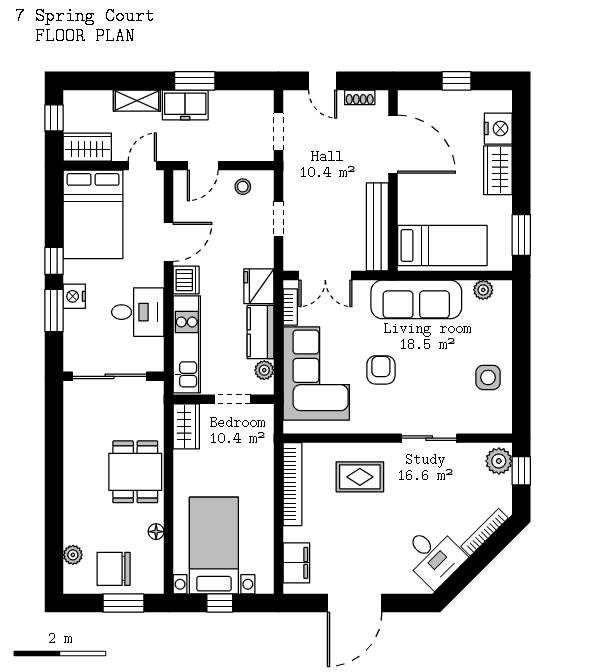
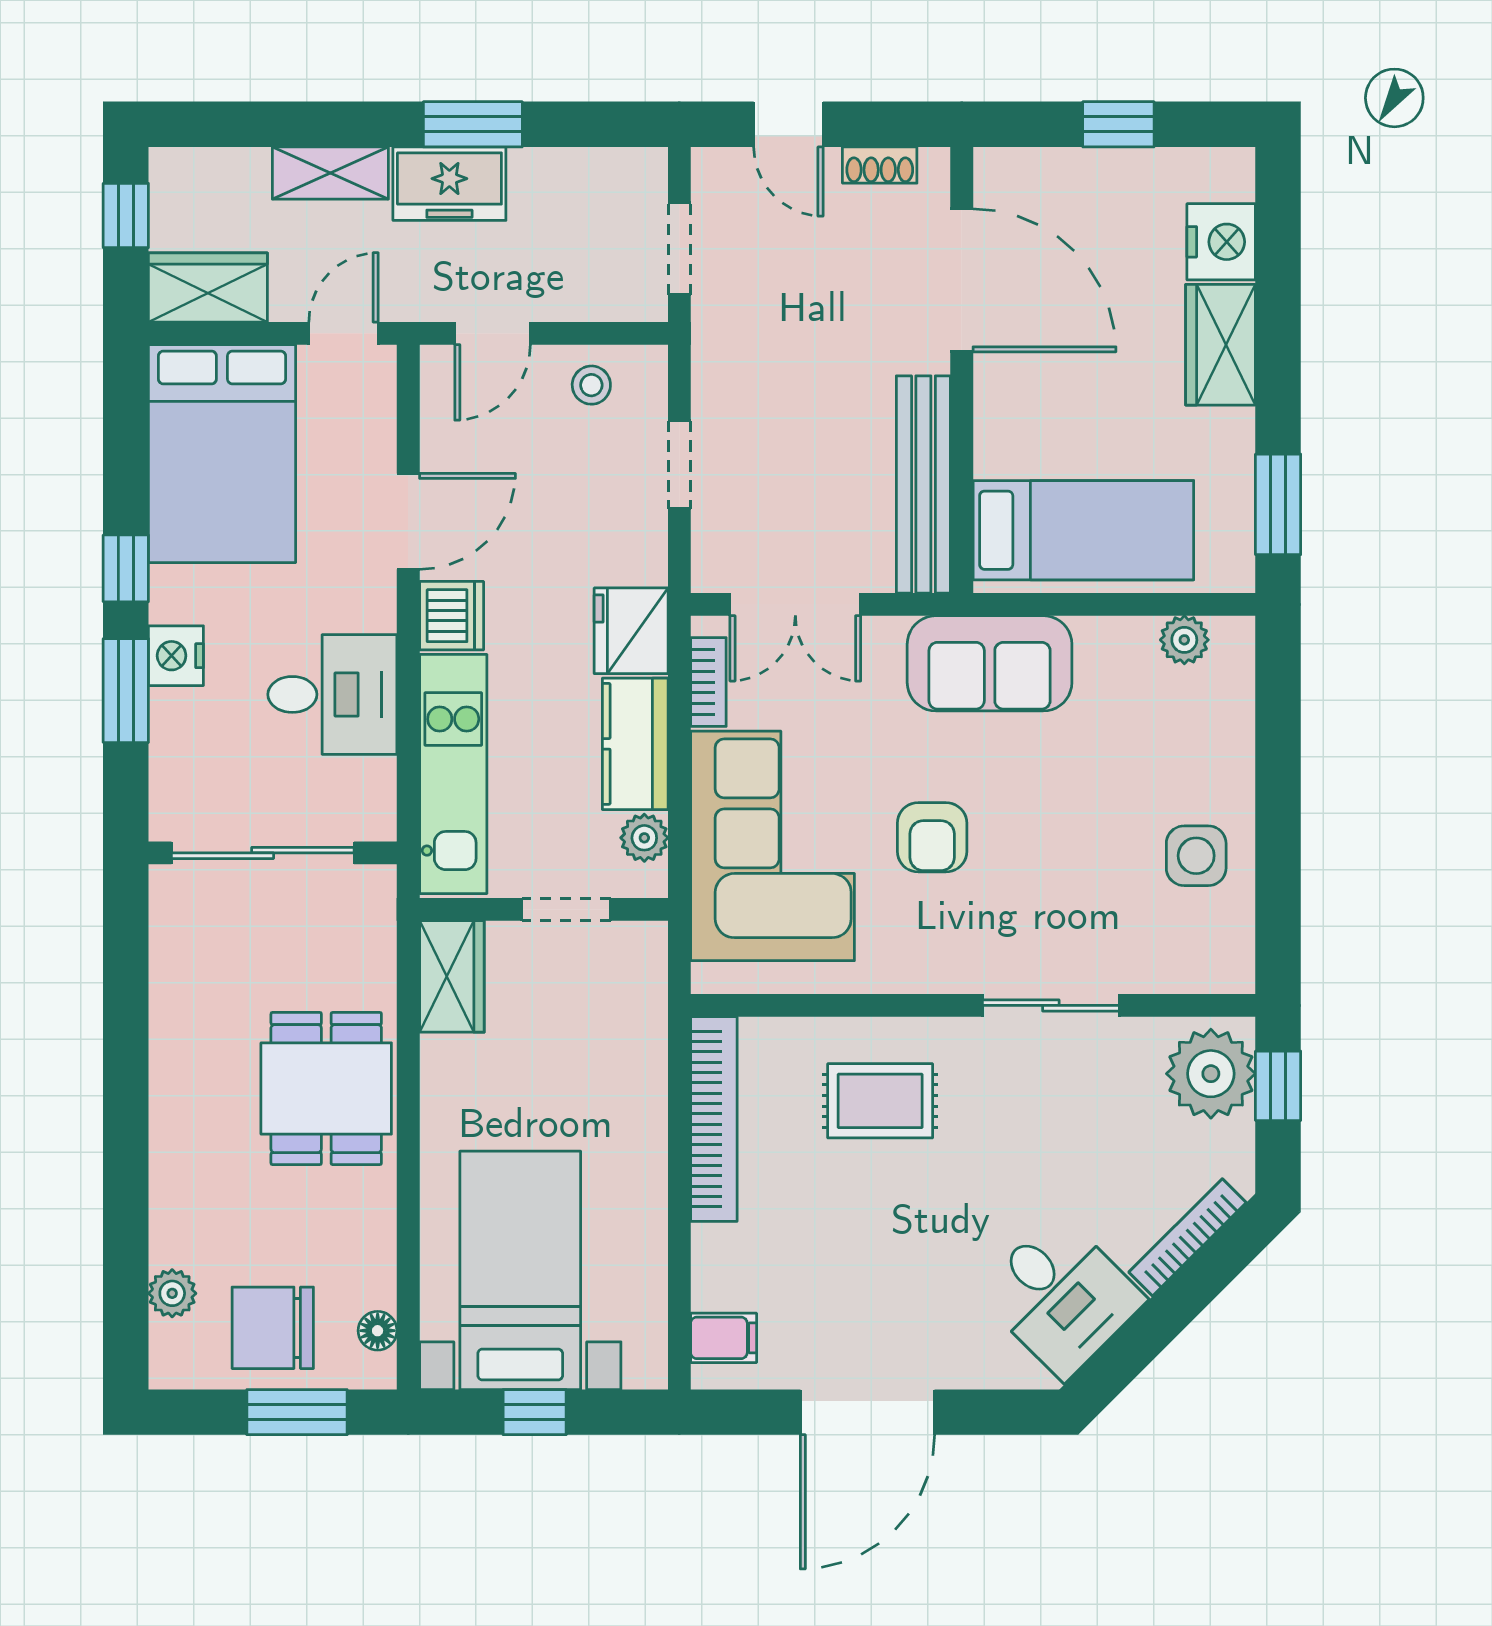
sofa: (416, 299) -> (990, 663), width x0.73
armchair: (381, 370) -> (932, 837), turned 180
plant: (499, 461) -> (1211, 1074), width x1.36, depth x1.36
floor lamp: (156, 532) -> (378, 1331), moved
filing cabinet: (296, 563) -> (724, 1338), width x0.50

